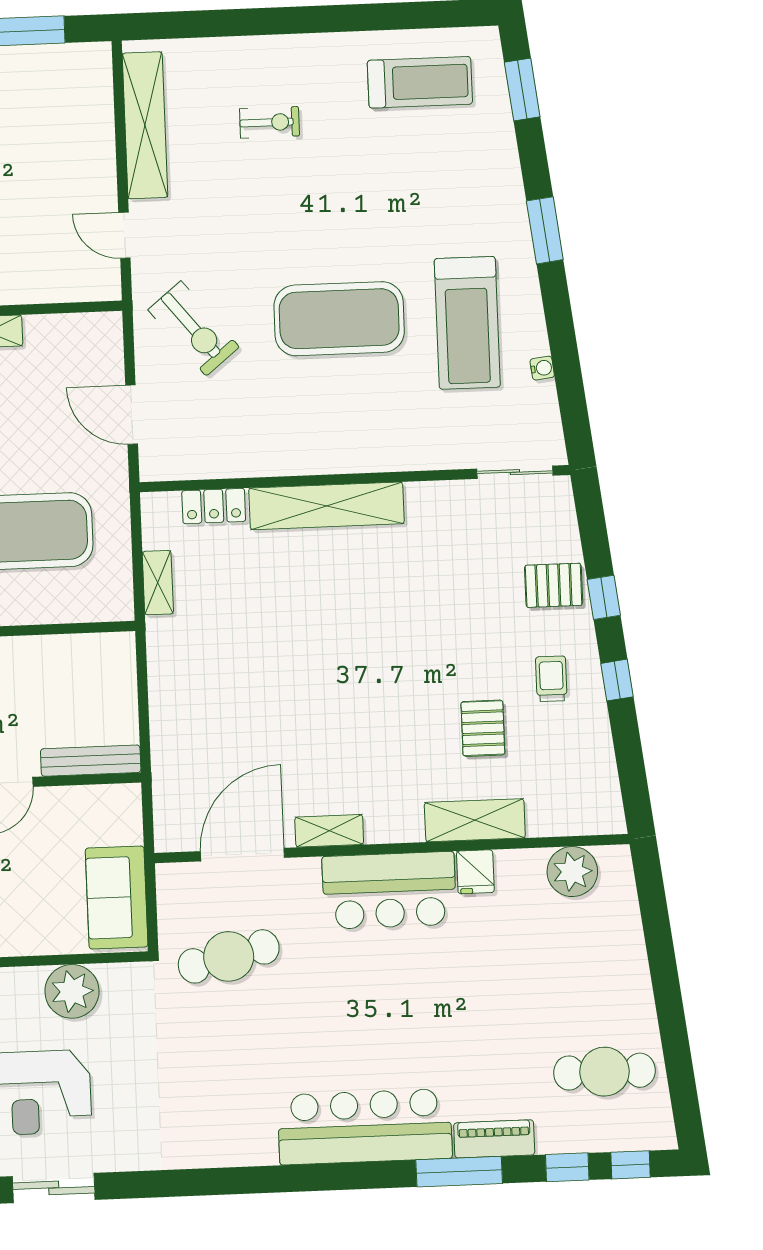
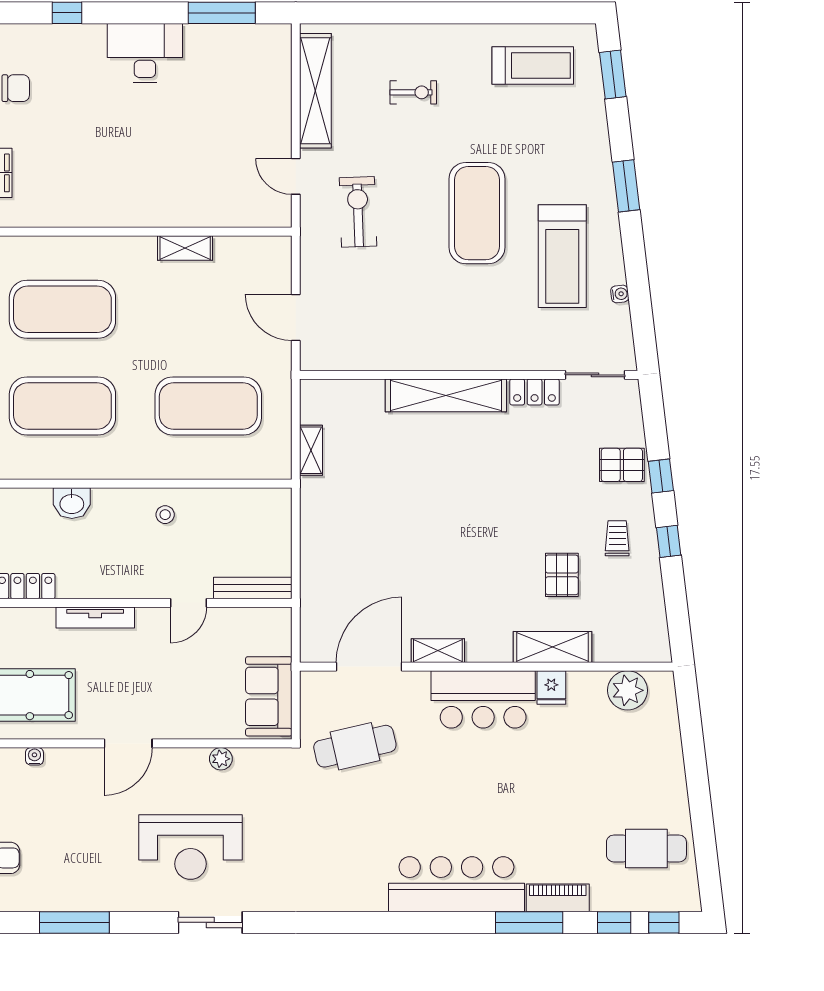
exercise mat: (339, 319) -> (477, 213), moved, turned 90
exercise bike: (194, 328) -> (358, 212), moved, turned -143
locker: (214, 506) -> (535, 392), moved
plant: (72, 991) -> (221, 759), width x0.53, depth x0.53

